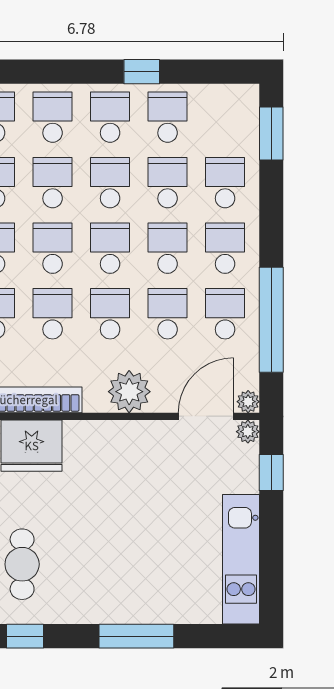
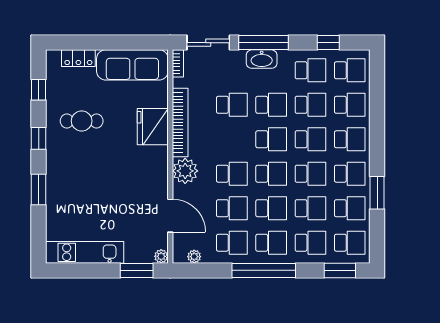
window: (142, 72) -> (377, 193), width x1.50
school desk: (53, 314) -> (350, 243), moved
window: (271, 320) -> (264, 270), moved
plant: (129, 392) -> (185, 171), moved
plant: (248, 402) -> (194, 257), moved
door: (206, 416) -> (170, 216), moved
window: (271, 473) -> (137, 270), width x1.50
window: (25, 636) -> (39, 138), moved
window: (136, 636) -> (39, 189), width x0.69

